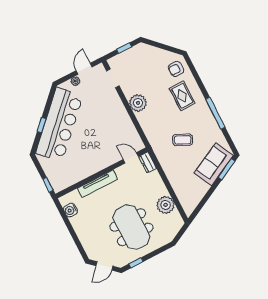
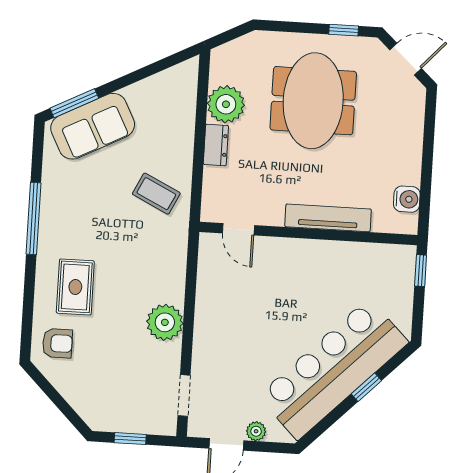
coffee table: (183, 140) -> (156, 194), moved
dresser: (148, 163) -> (216, 145), moved

